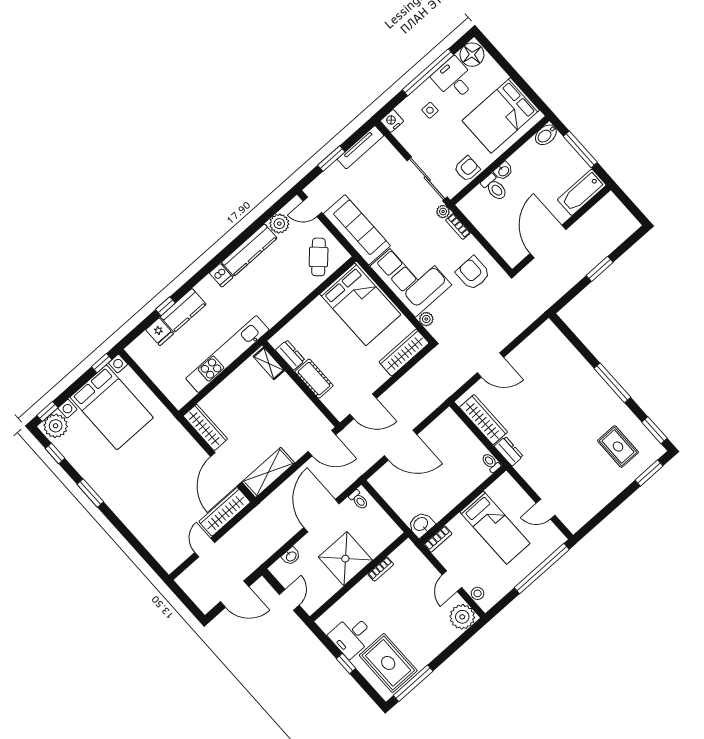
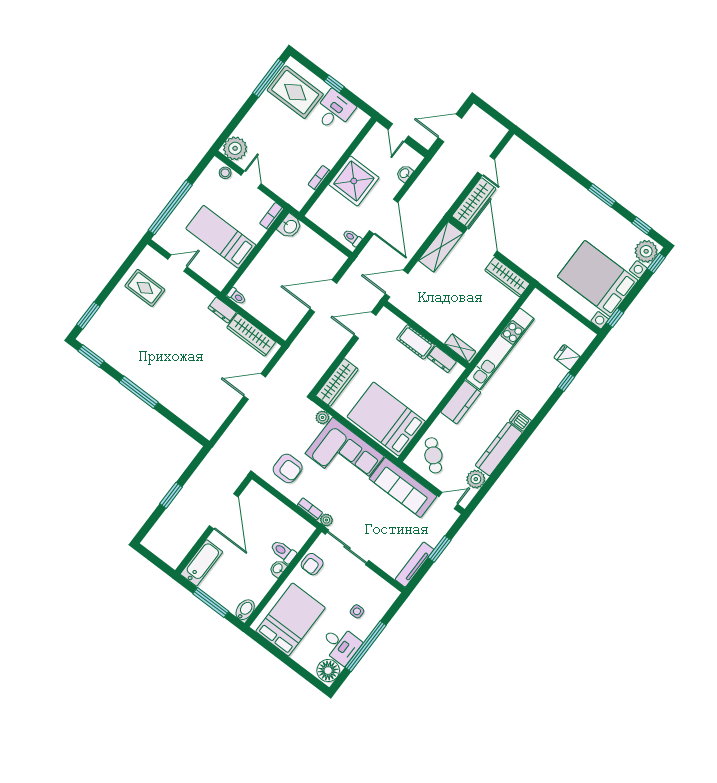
nightstand: (392, 121) -> (390, 595), removed
kitchen counter: (183, 310) -> (461, 402), moved, turned 180
rug: (618, 447) -> (145, 288), moved

